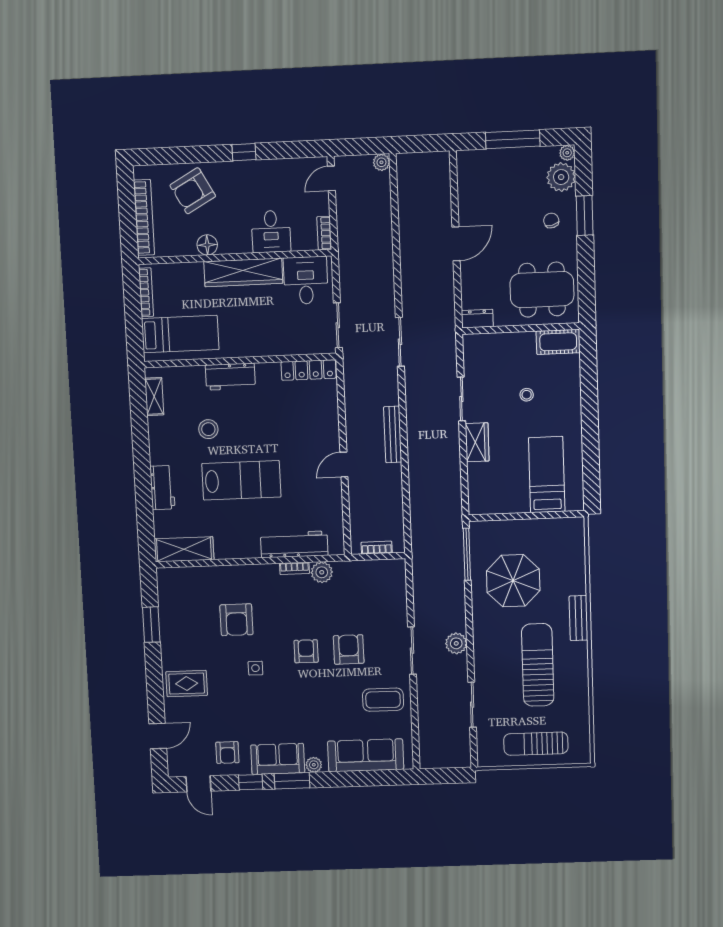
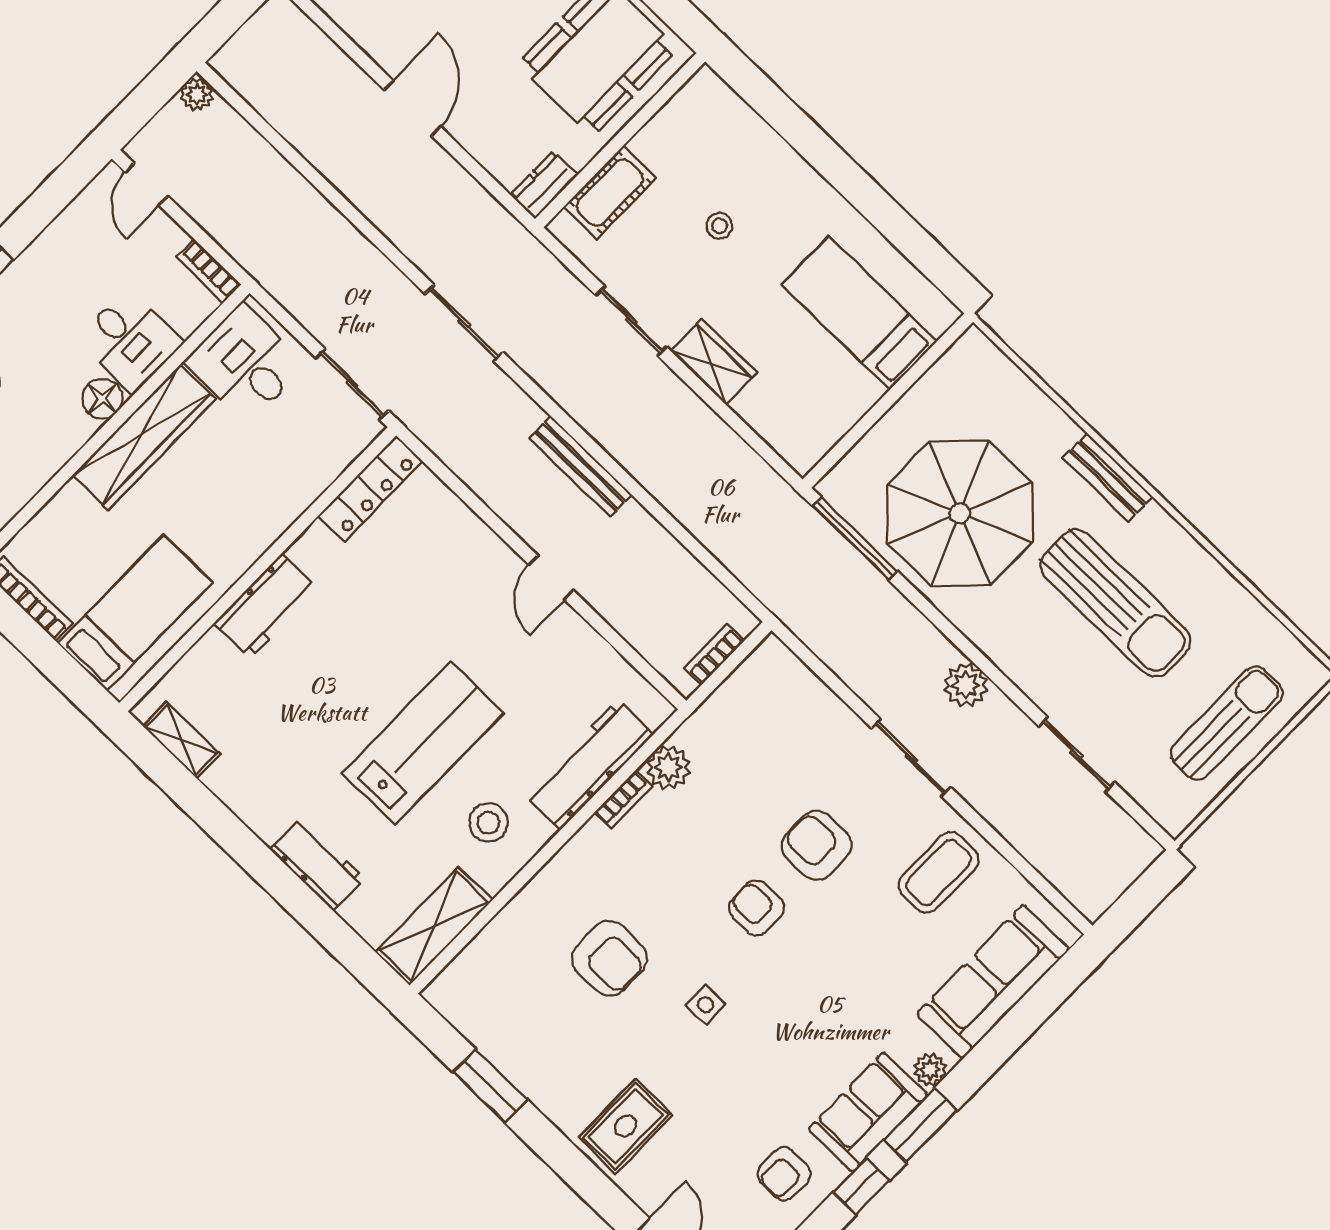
floor lamp: (207, 245) -> (102, 399), moved
cot: (558, 342) -> (610, 193), moved
stool: (208, 429) -> (488, 823), moved
parasol: (513, 581) -> (960, 513), width x1.36, depth x1.36
sun lounger: (538, 665) -> (1116, 603), turned 180
sun lounger: (536, 744) -> (1227, 723), turned 180
armchair: (227, 753) -> (784, 1174), turned 90

